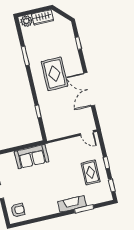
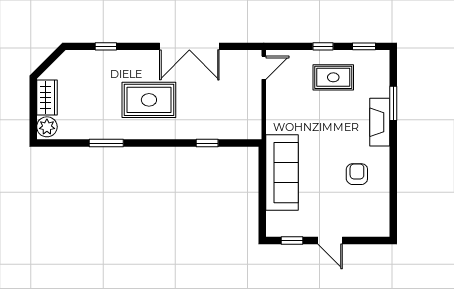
sofa: (32, 156) -> (282, 173), width x1.36
armchair: (18, 210) -> (357, 174), moved

